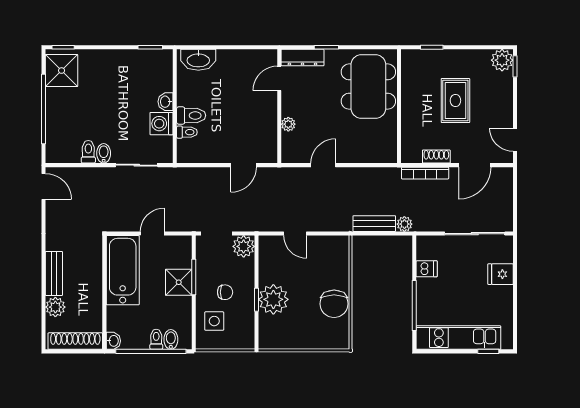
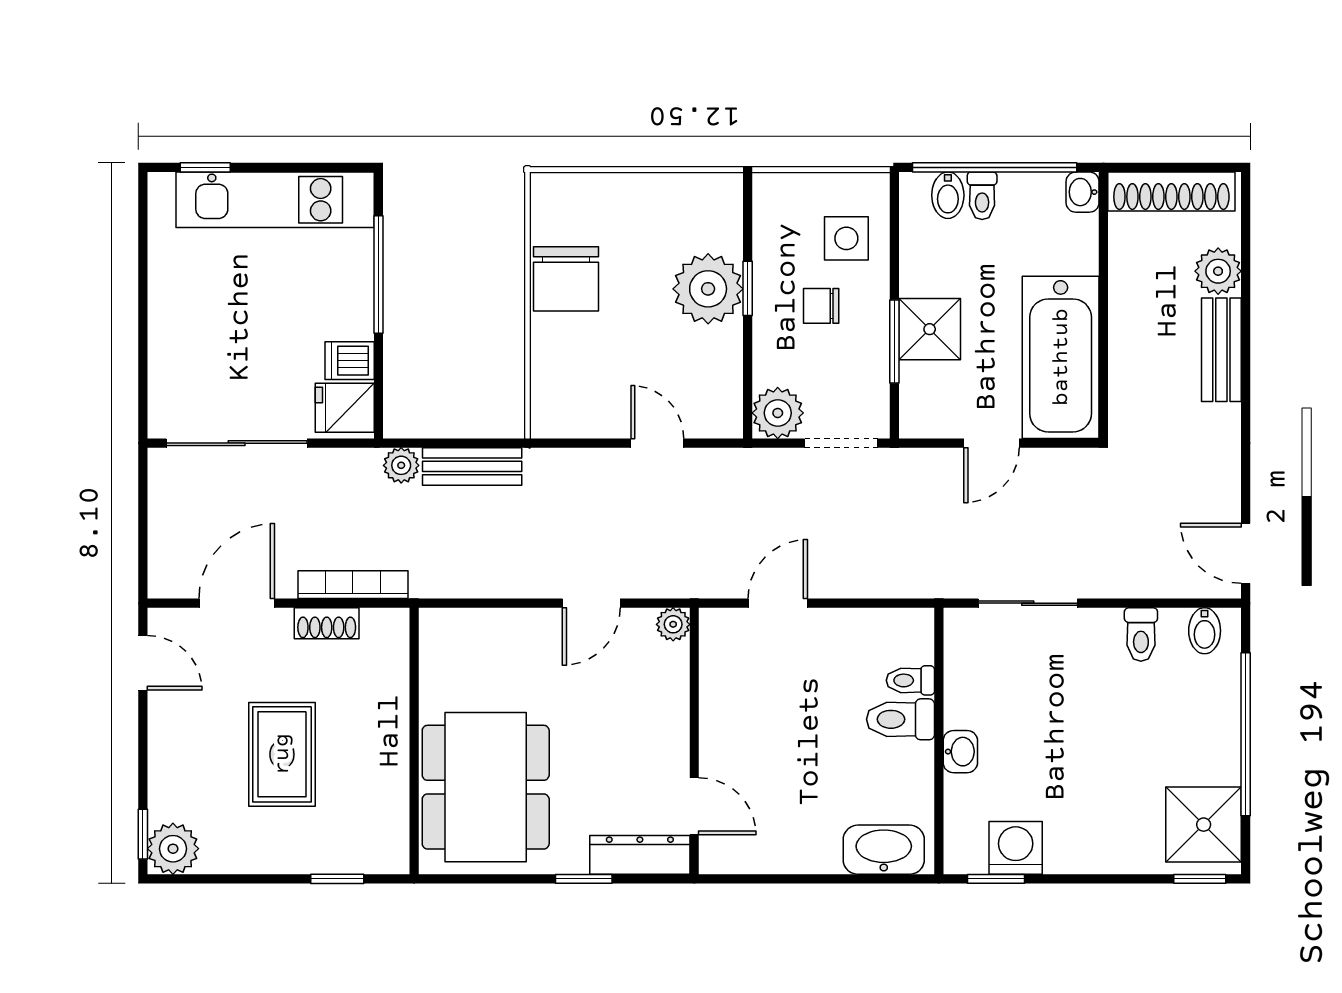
door: (279, 78) -> (694, 806), hinge flipped
washing machine: (161, 124) -> (1016, 848), moved, turned -90
plant: (288, 124) -> (673, 624), moved
bidet: (104, 153) -> (1205, 631), moved
fridge: (500, 274) -> (345, 408), moved, turned 180
chair: (334, 304) -> (566, 279), turned 180

